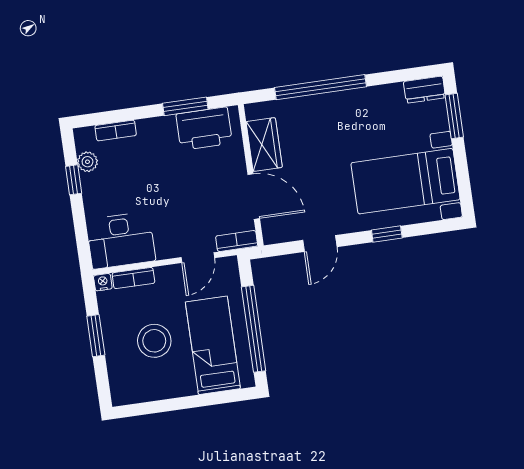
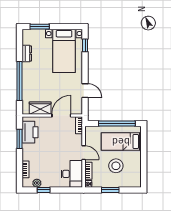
dresser: (424, 90) -> (27, 54), moved
window: (387, 234) -> (85, 45), moved
door: (198, 258) -> (84, 153), moved

